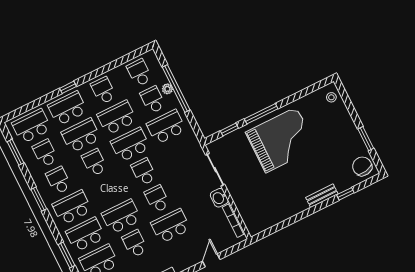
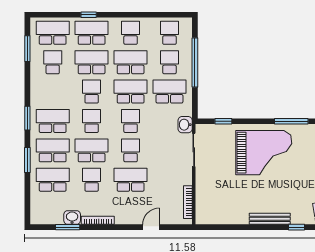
window: (68, 87) -> (89, 15), moved
plant: (167, 89) -> (187, 59), removed
window: (261, 114) -> (291, 121), moved
school desk: (59, 180) -> (92, 121), moved
bench: (322, 196) -> (270, 219), width x1.36
washbasin: (219, 198) -> (185, 125), moved
window: (39, 199) -> (27, 118), moved

